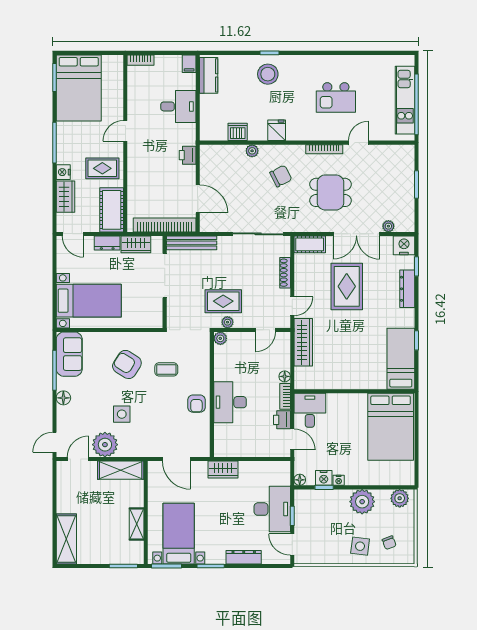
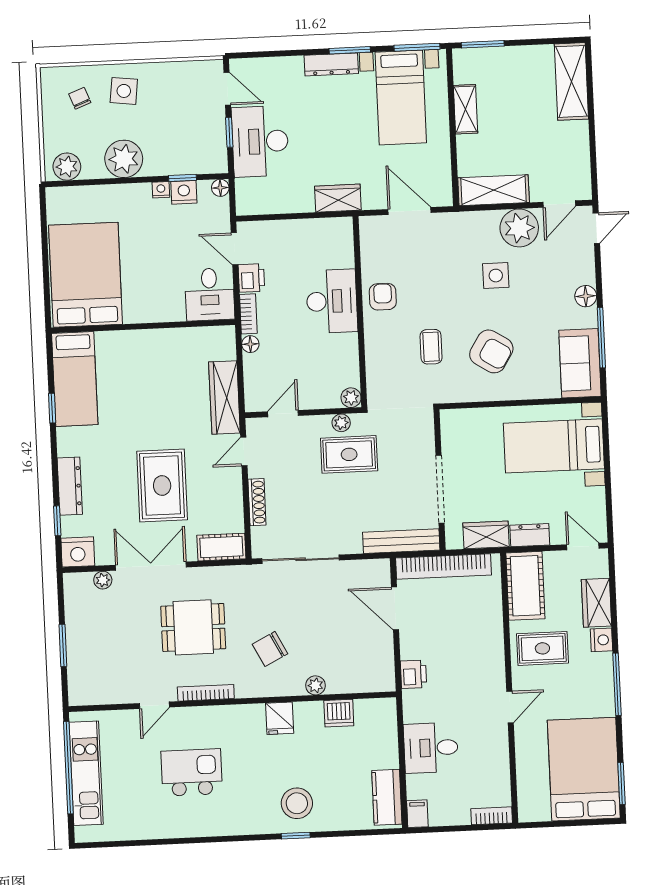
coffee table: (166, 369) -> (431, 347), turned 90
dresser: (244, 557) -> (331, 64), moved

